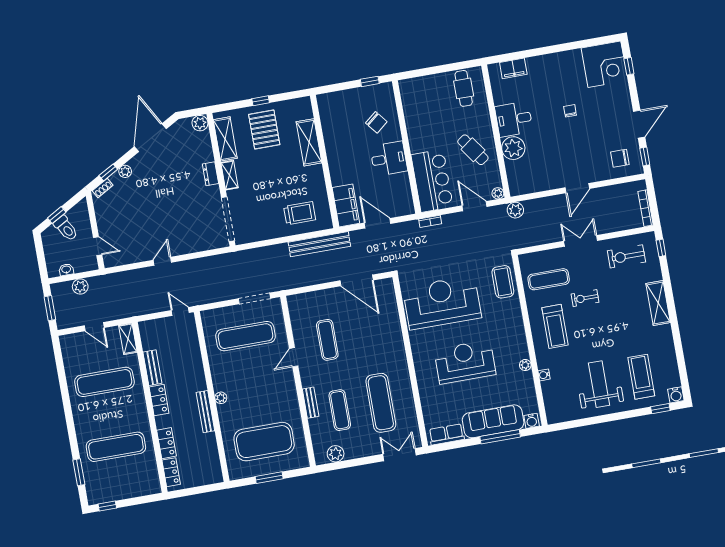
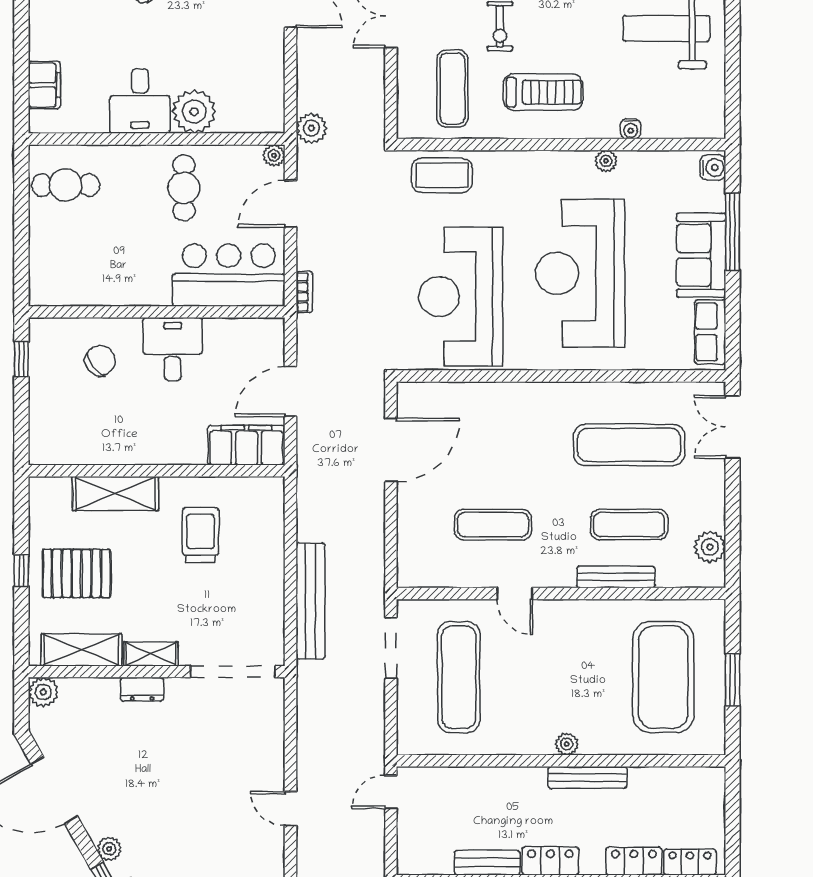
cafe table: (473, 150) -> (184, 188), turned -55
trolley: (300, 213) -> (201, 535), moved
bench: (319, 244) -> (311, 601), moved
reception desk: (465, 362) -> (580, 273), width x1.36, depth x1.30
bench: (311, 403) -> (616, 577), width x1.36
sofa: (493, 421) -> (701, 255), width x0.73

